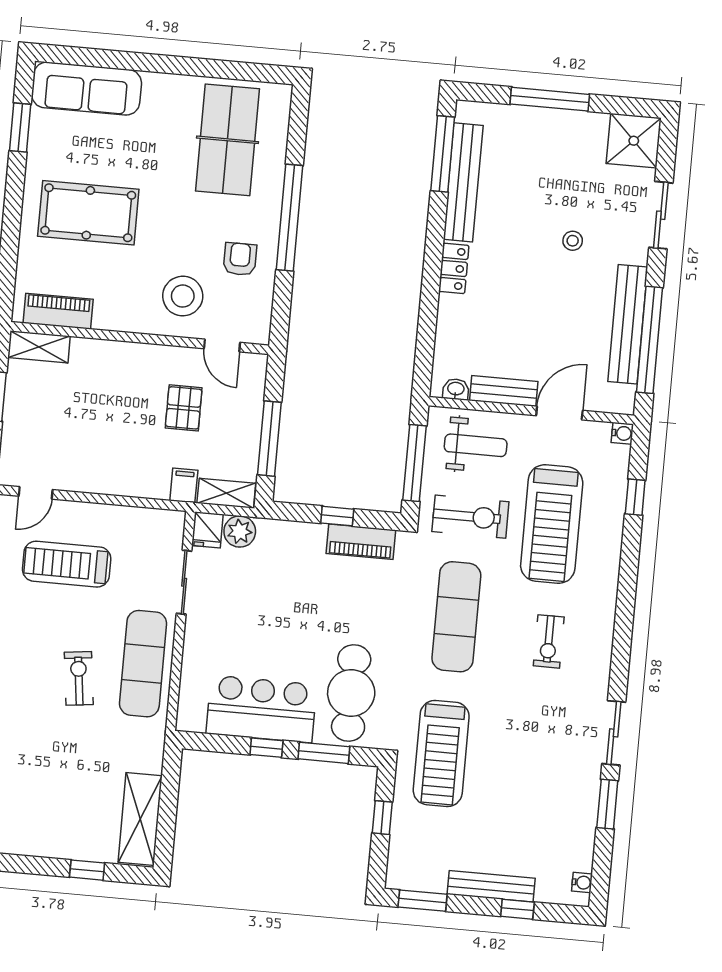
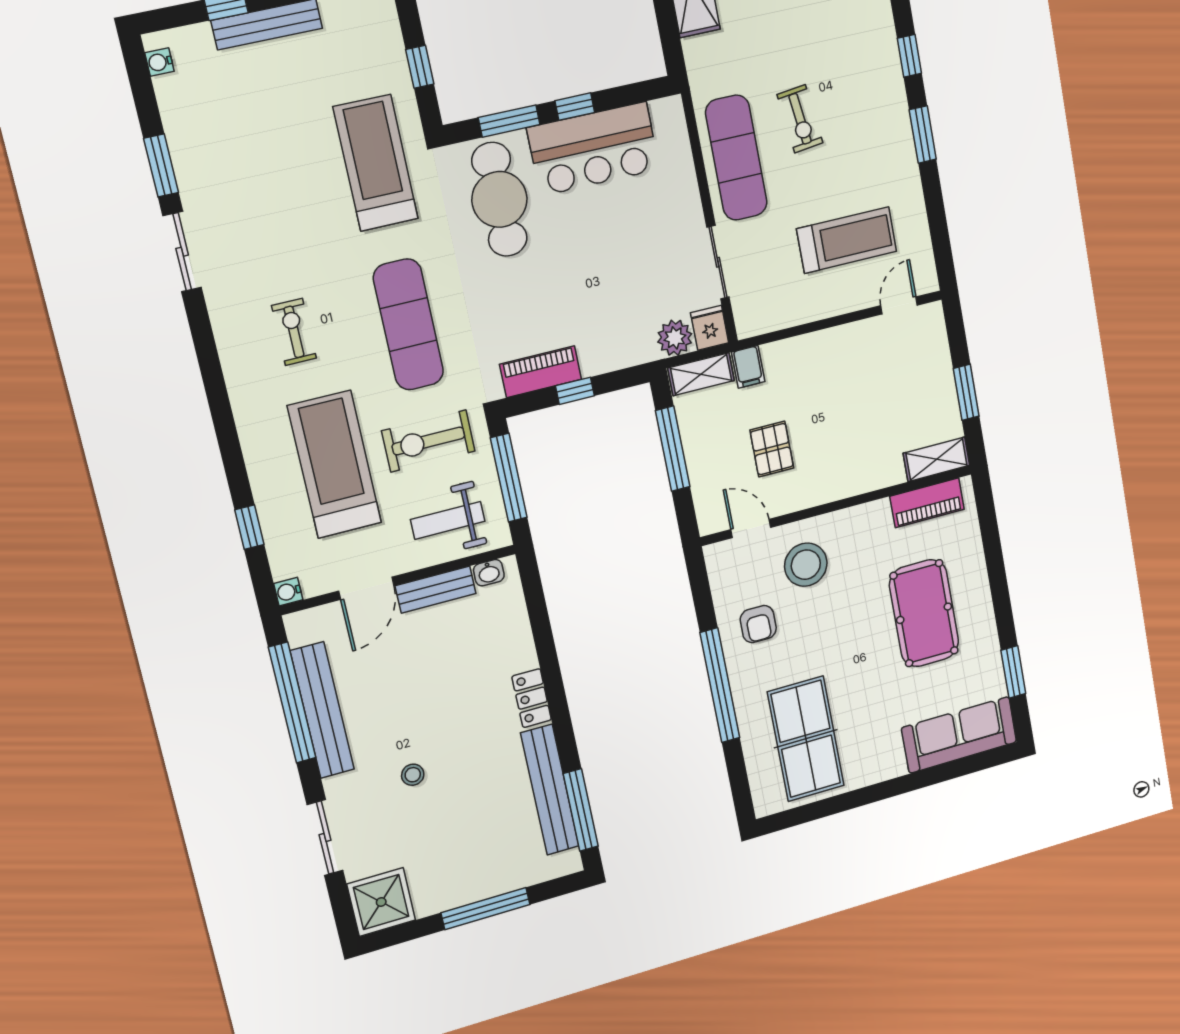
pool table: (88, 213) -> (924, 613), turned 90

